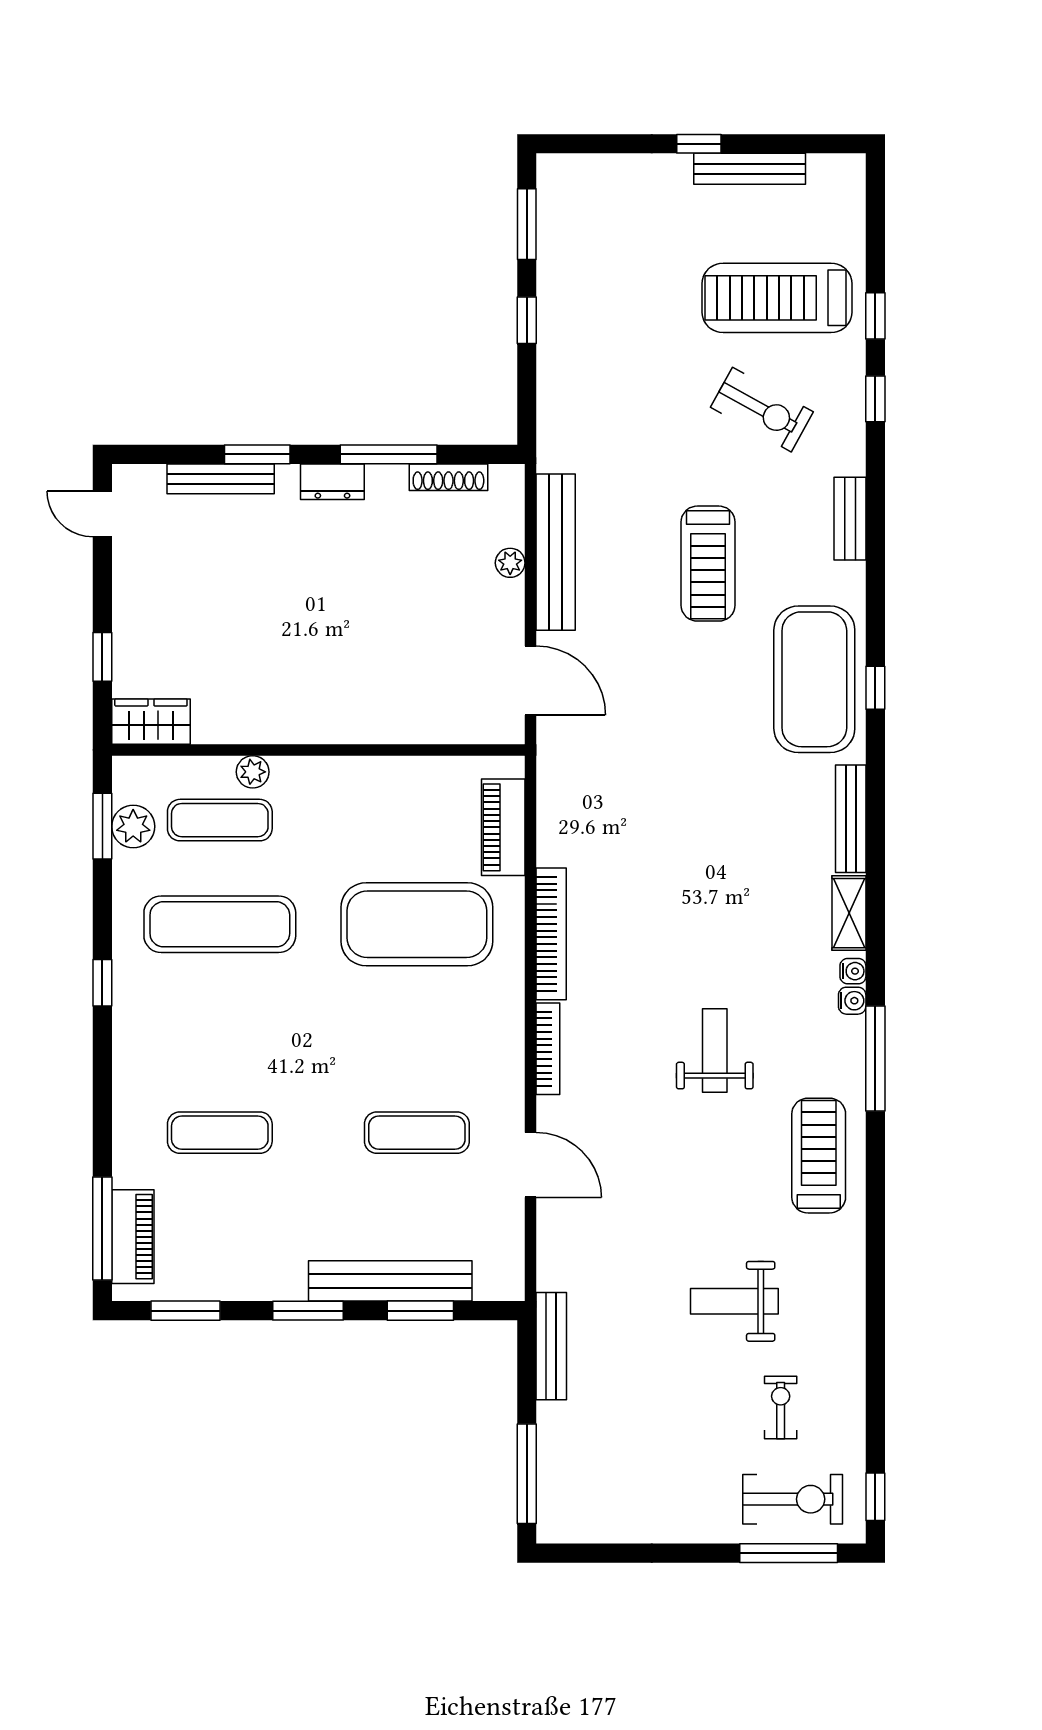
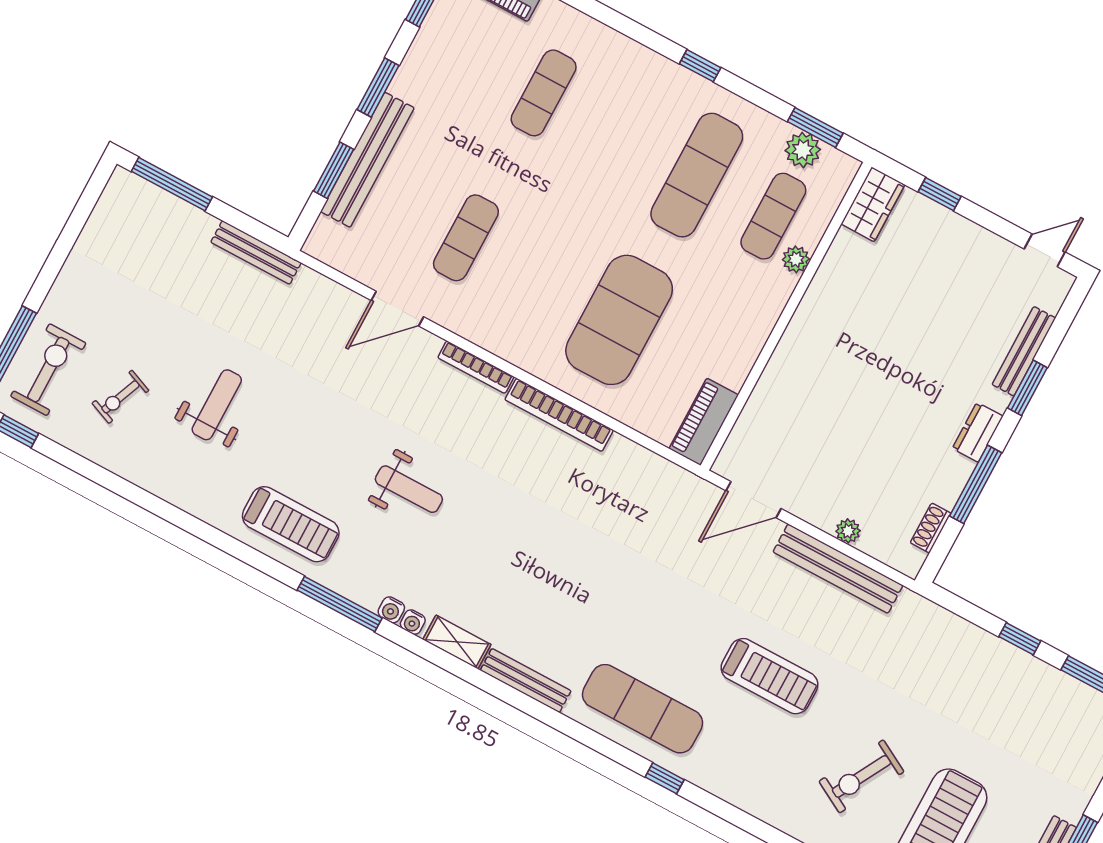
shoe rack: (448, 477) -> (931, 528), width x0.70
bench: (850, 519) -> (747, 798), removed
treadmill: (708, 564) -> (769, 676), turned 180
exercise mat: (814, 679) -> (643, 709), width x0.68
window: (875, 688) -> (665, 778), moved
piano: (503, 827) -> (704, 422), moved, turned -90
exercise bike: (781, 1408) -> (120, 397), turned 112
exercise bike: (793, 1499) -> (48, 370), turned 180

